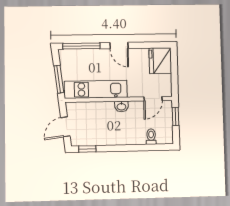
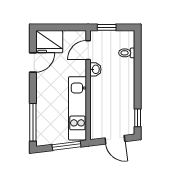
door: (119, 46) -> (33, 63), moved
door: (153, 99) -> (88, 50), swing flipped
washbasin: (121, 106) -> (95, 69), moved

